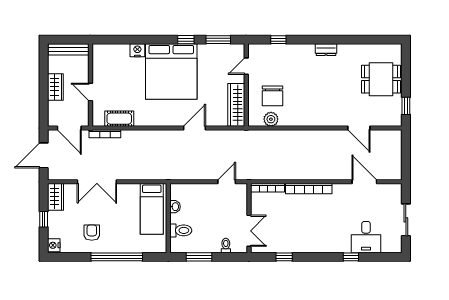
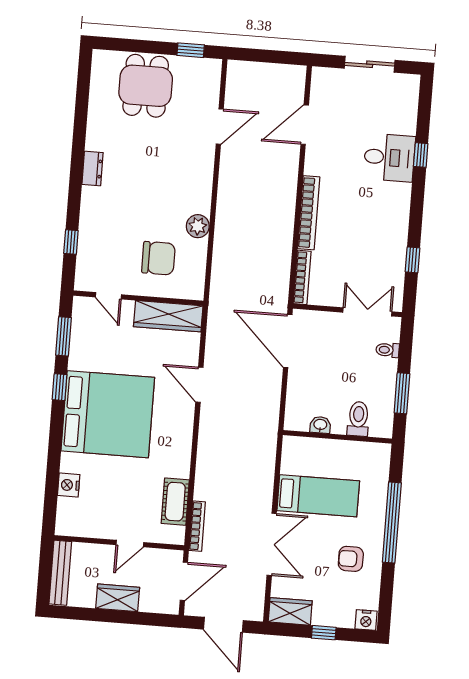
nightstand: (137, 50) -> (69, 485), moved
plant: (271, 119) -> (198, 226), moved
door: (227, 182) -> (288, 341), width x1.88
bed: (152, 209) -> (318, 496), moved
desk: (366, 237) -> (389, 157), moved

